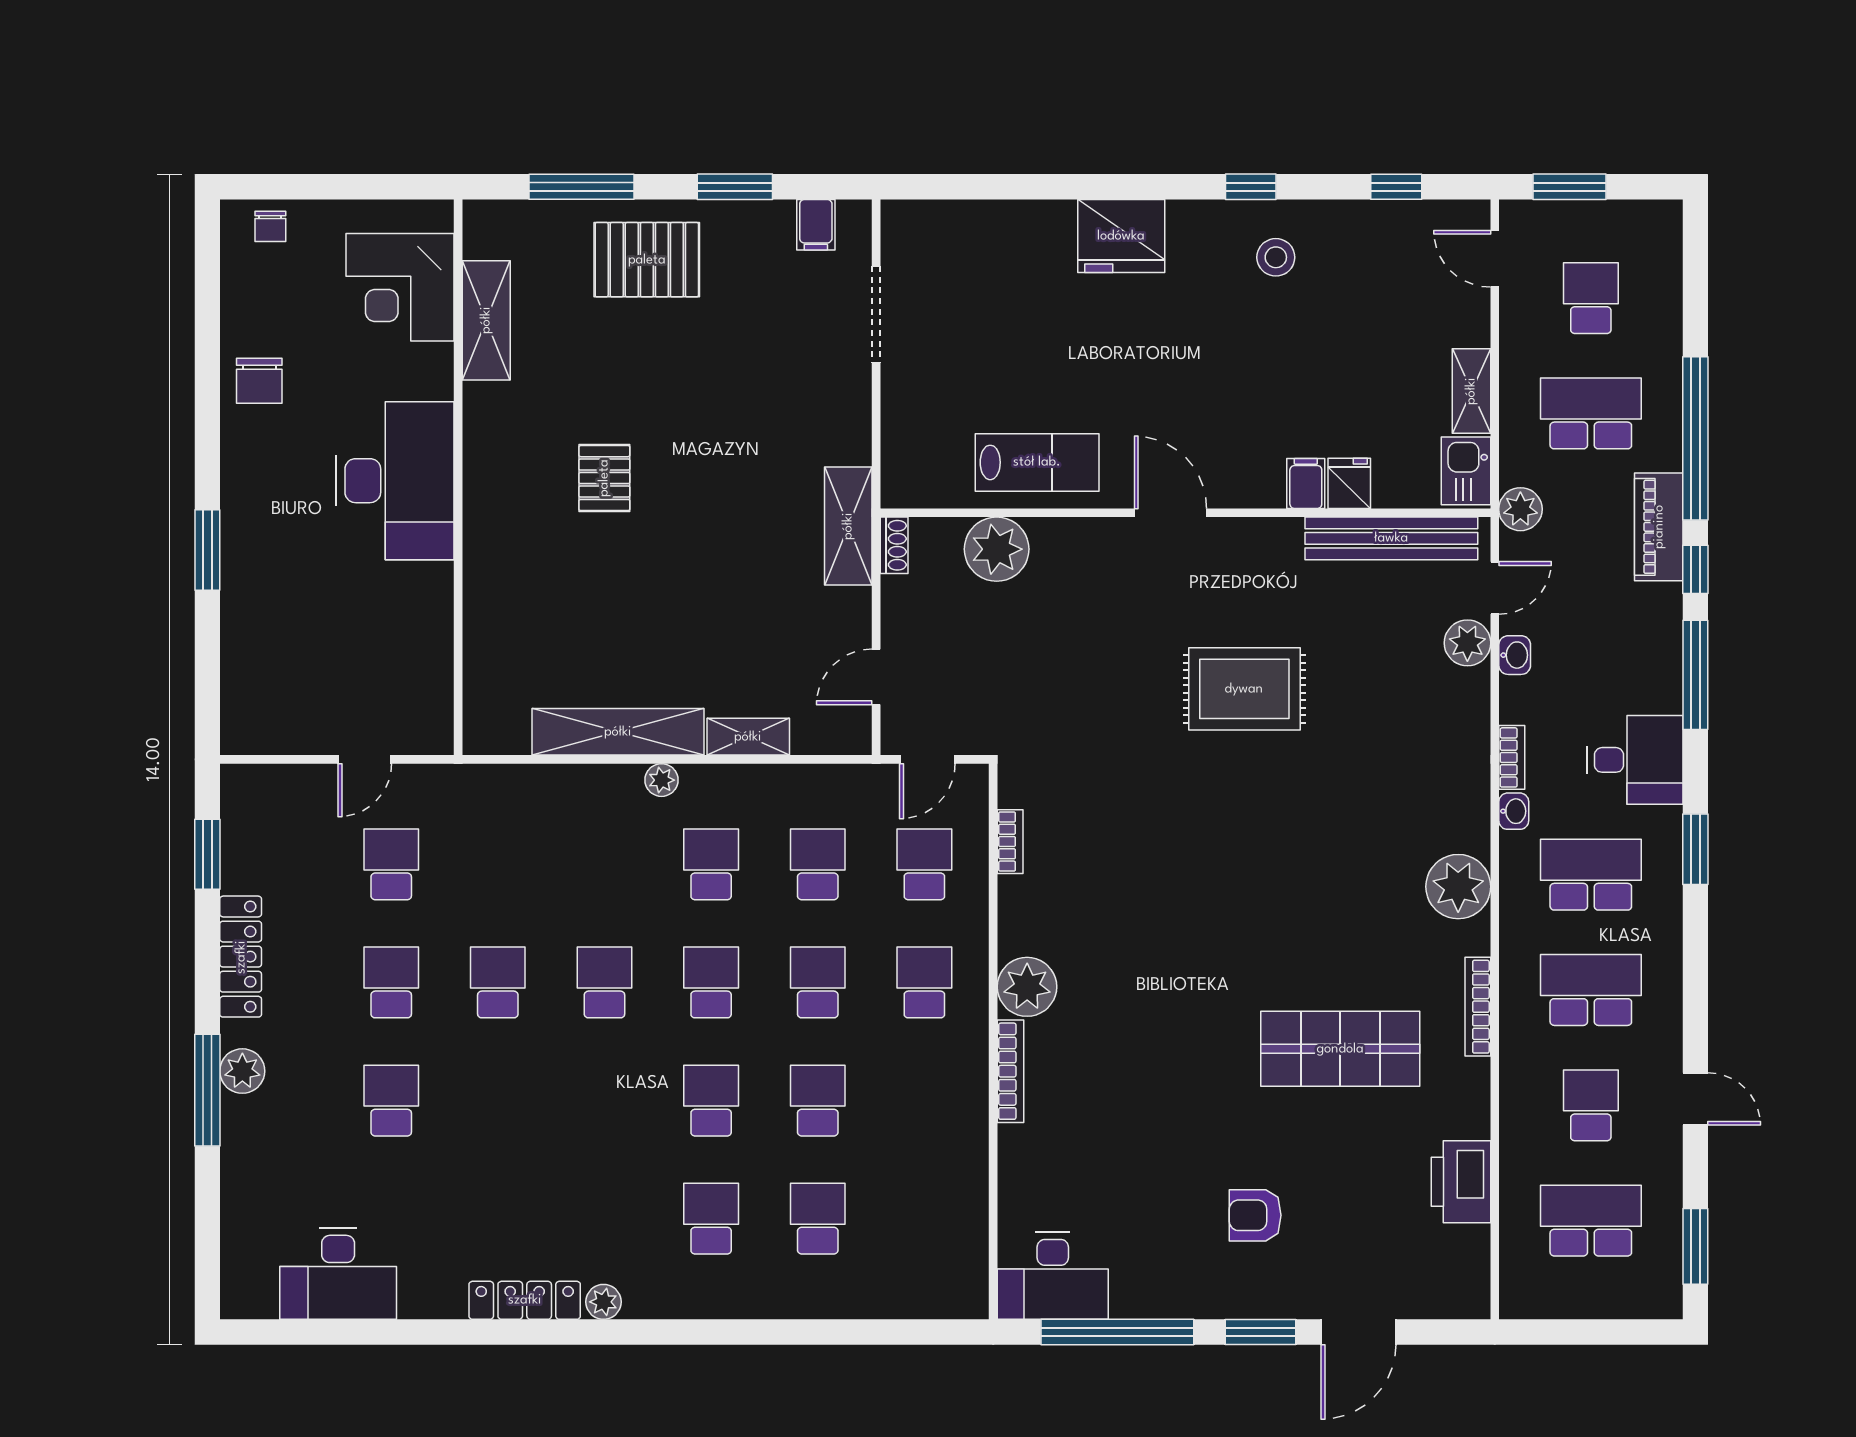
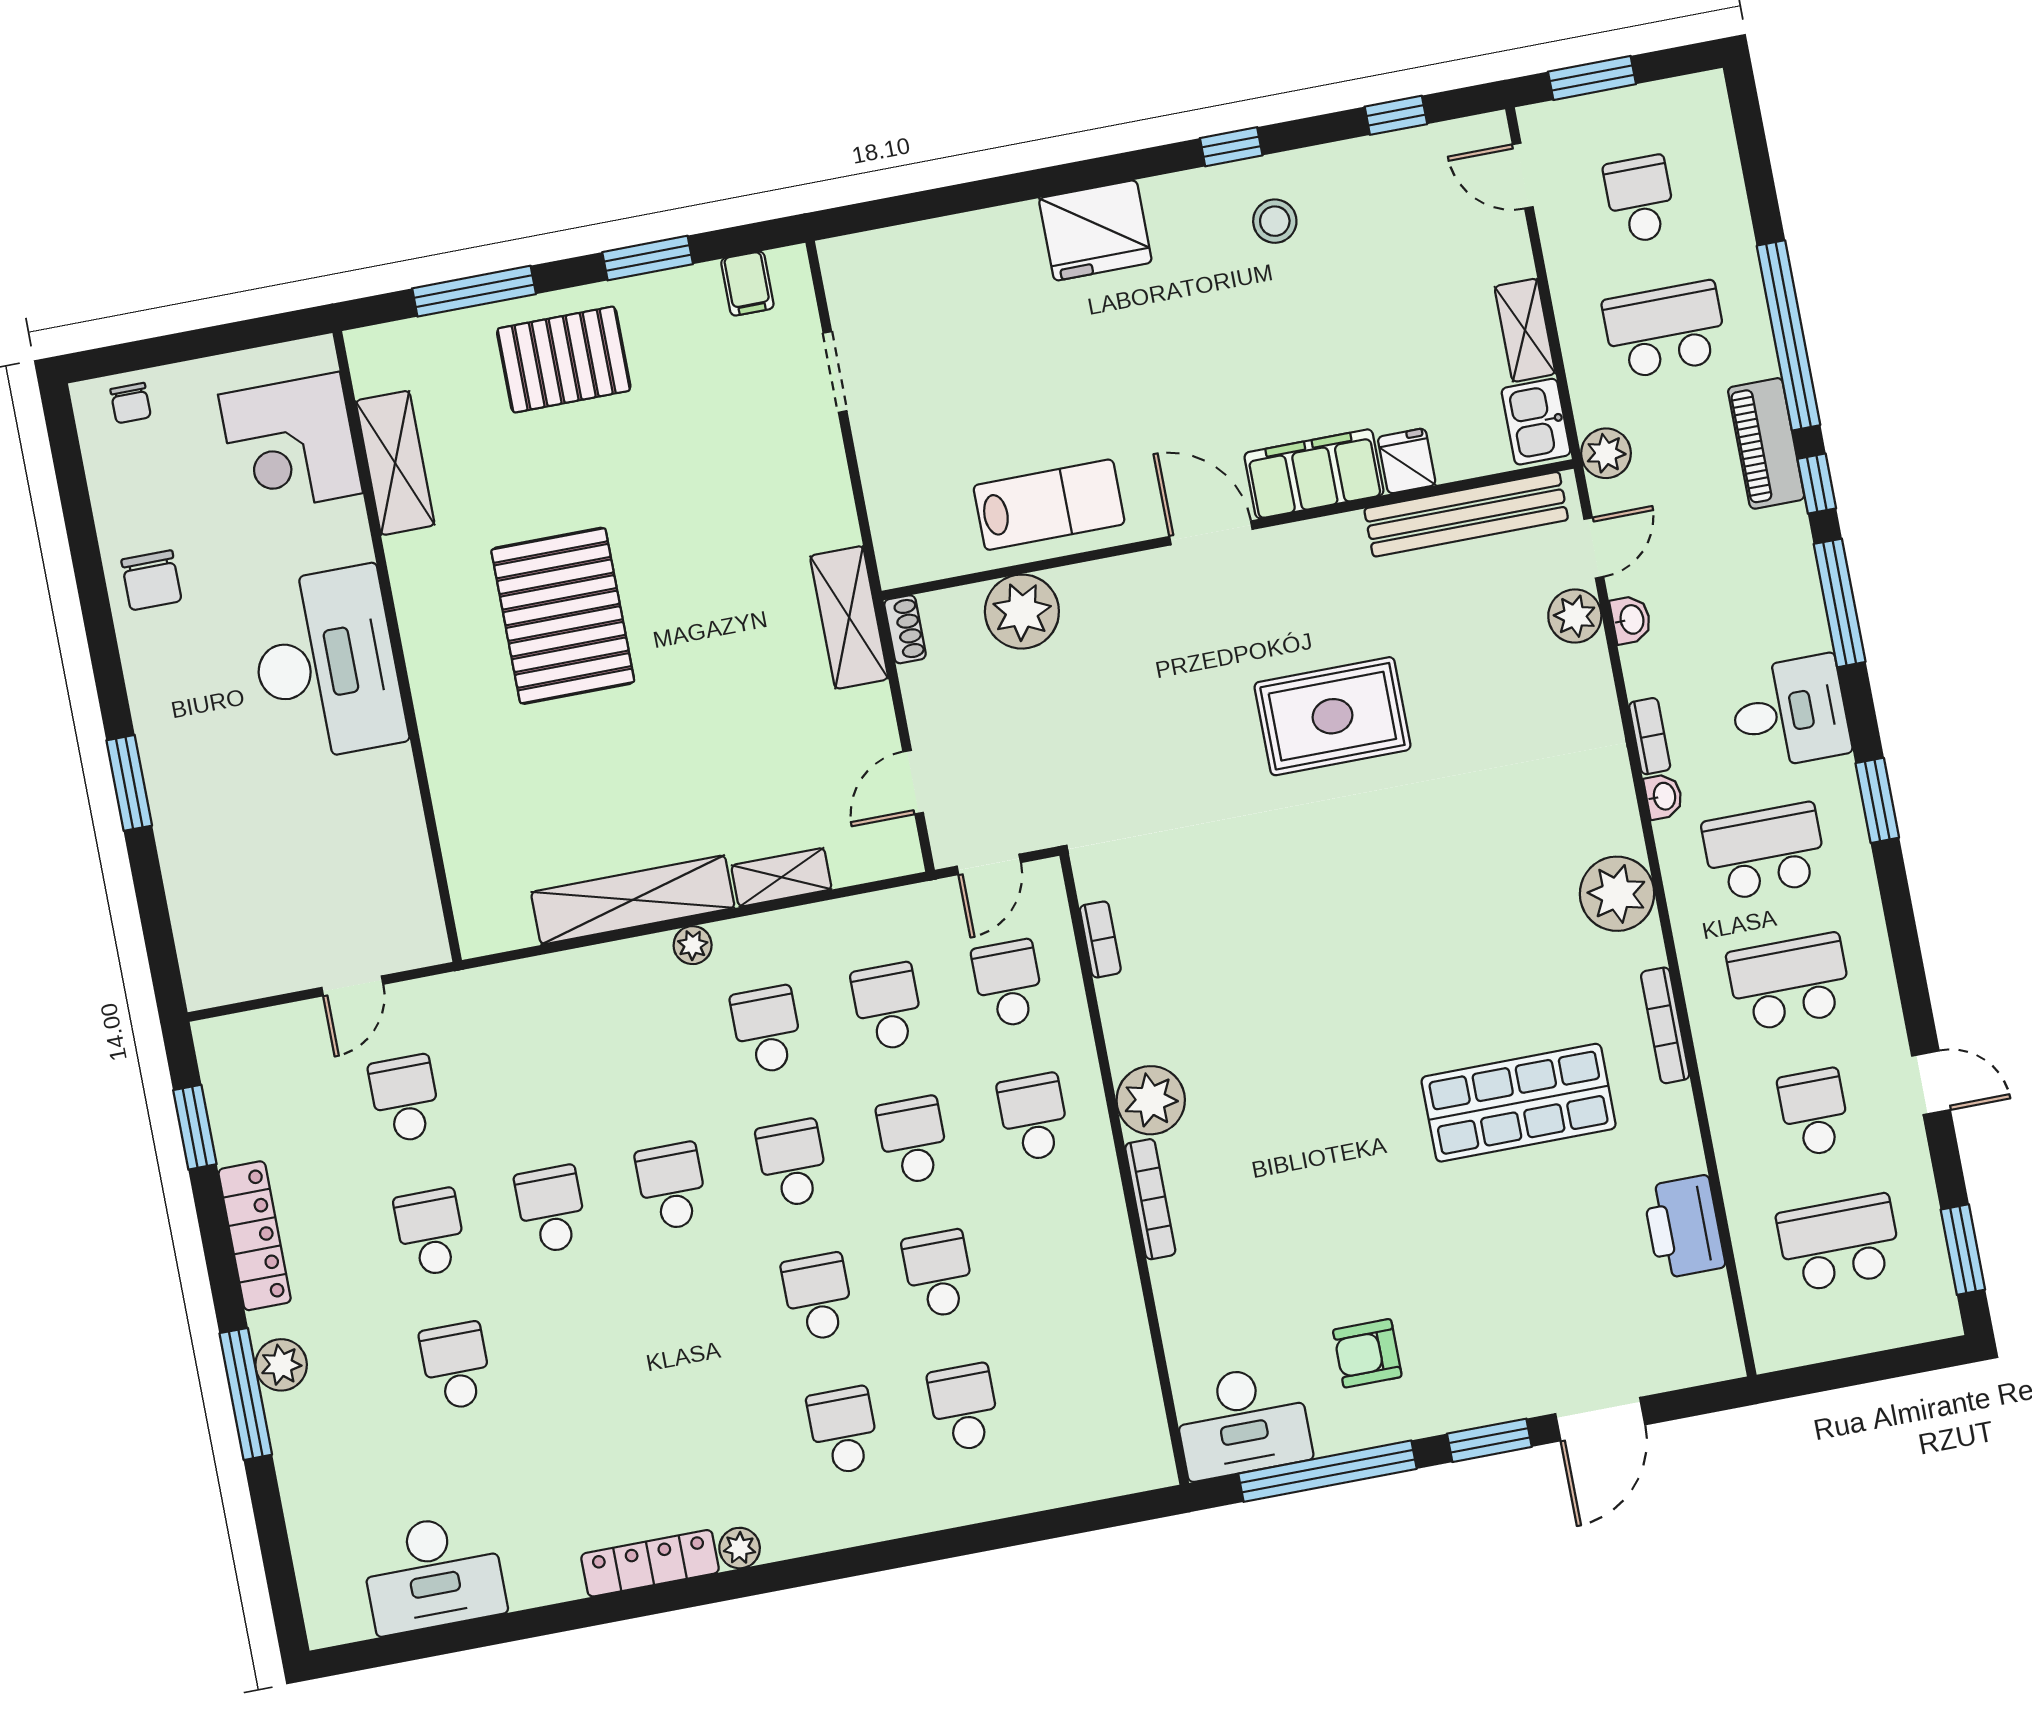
doorway: (876, 314) -> (835, 372), width x0.73
pallet: (604, 478) -> (563, 616), width x2.05, depth x2.00
filing cabinet: (1306, 483) -> (1314, 474), width x3.00, depth x1.17
armchair: (1255, 1215) -> (1367, 1353), moved

